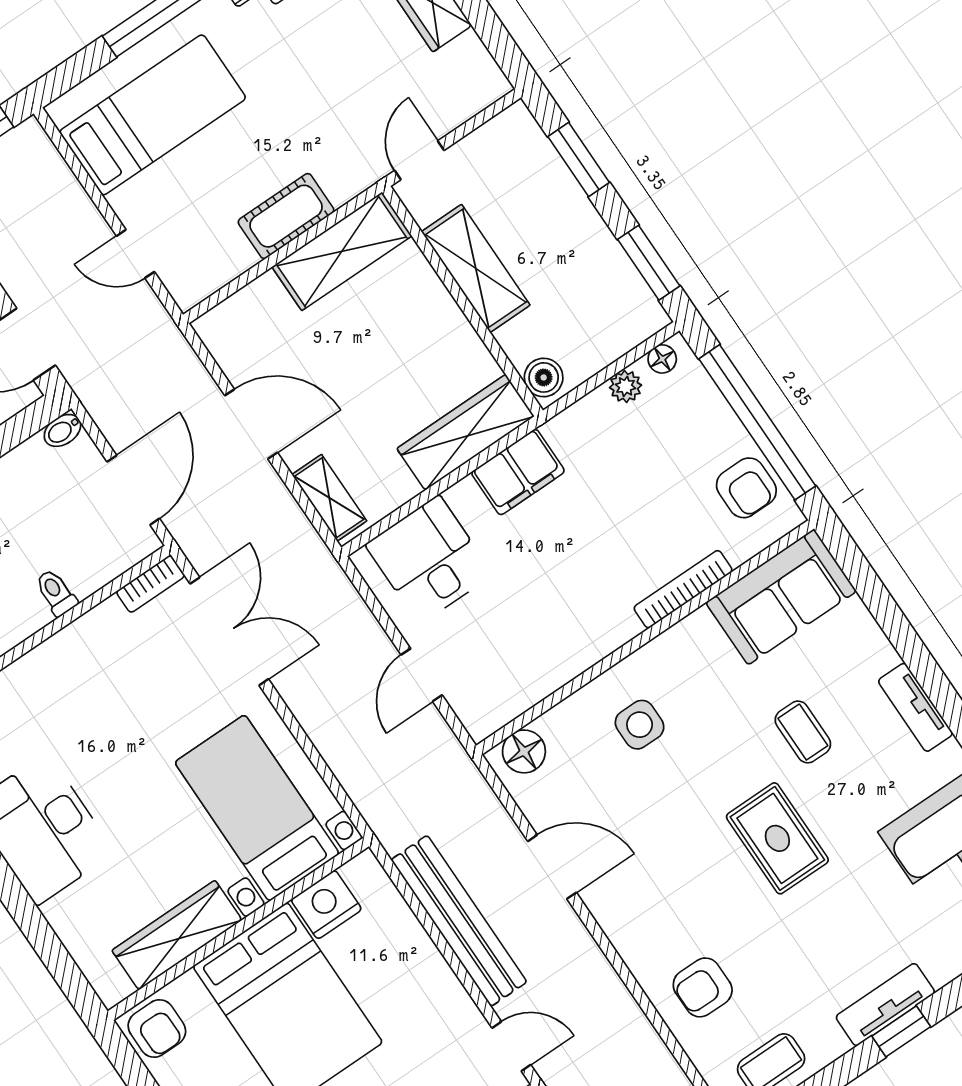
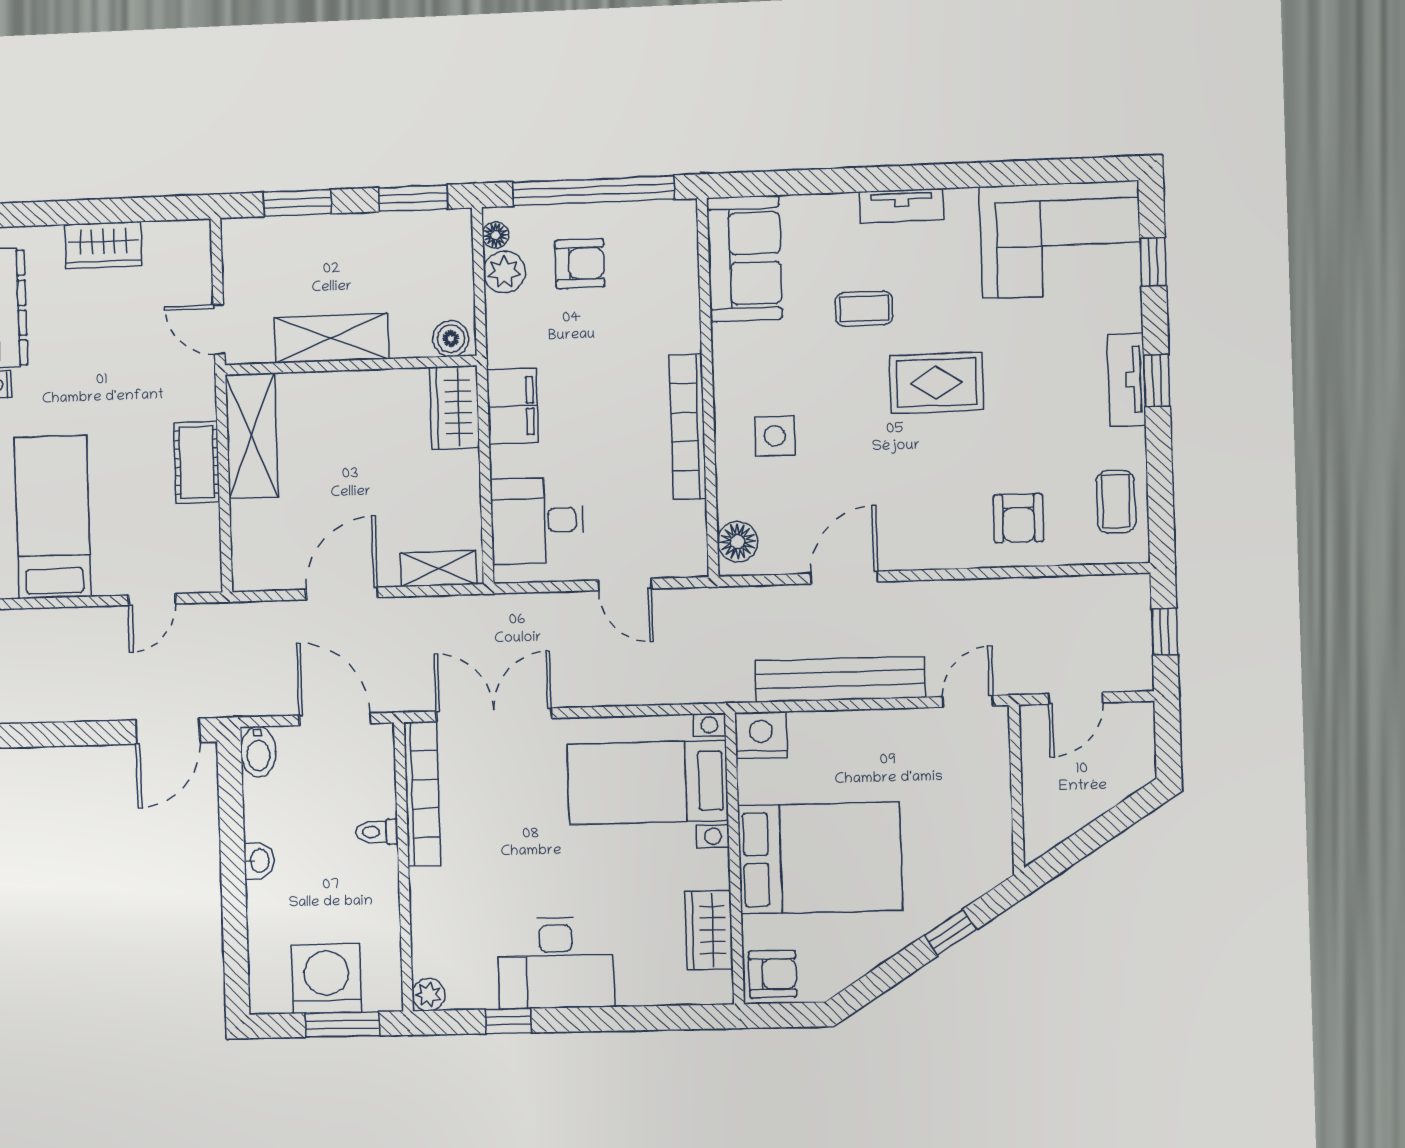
plant: (626, 386) -> (504, 272), width x1.38, depth x1.38
bidet: (63, 430) -> (258, 752), width x1.38, depth x1.36
wardrobe: (466, 432) -> (454, 407), width x0.67
armchair: (746, 488) -> (580, 264), moved
bookcase: (151, 584) -> (422, 794), width x2.31, depth x1.31
bookcase: (683, 589) -> (688, 427), moved, width x1.48, depth x1.31
nightstand: (326, 905) -> (761, 735), moved, turned 90
wardrobe: (177, 935) -> (709, 930), width x0.67

